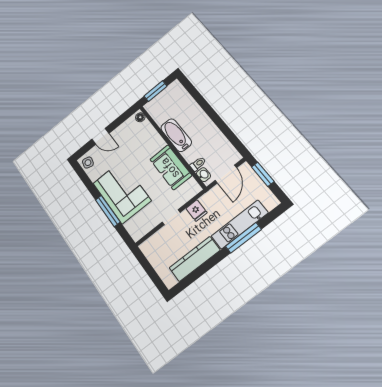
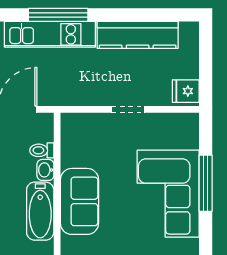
sofa: (171, 167) -> (79, 201), moved
washbasin: (204, 175) -> (45, 170), moved
fridge: (196, 211) -> (186, 91), moved, turned -90

